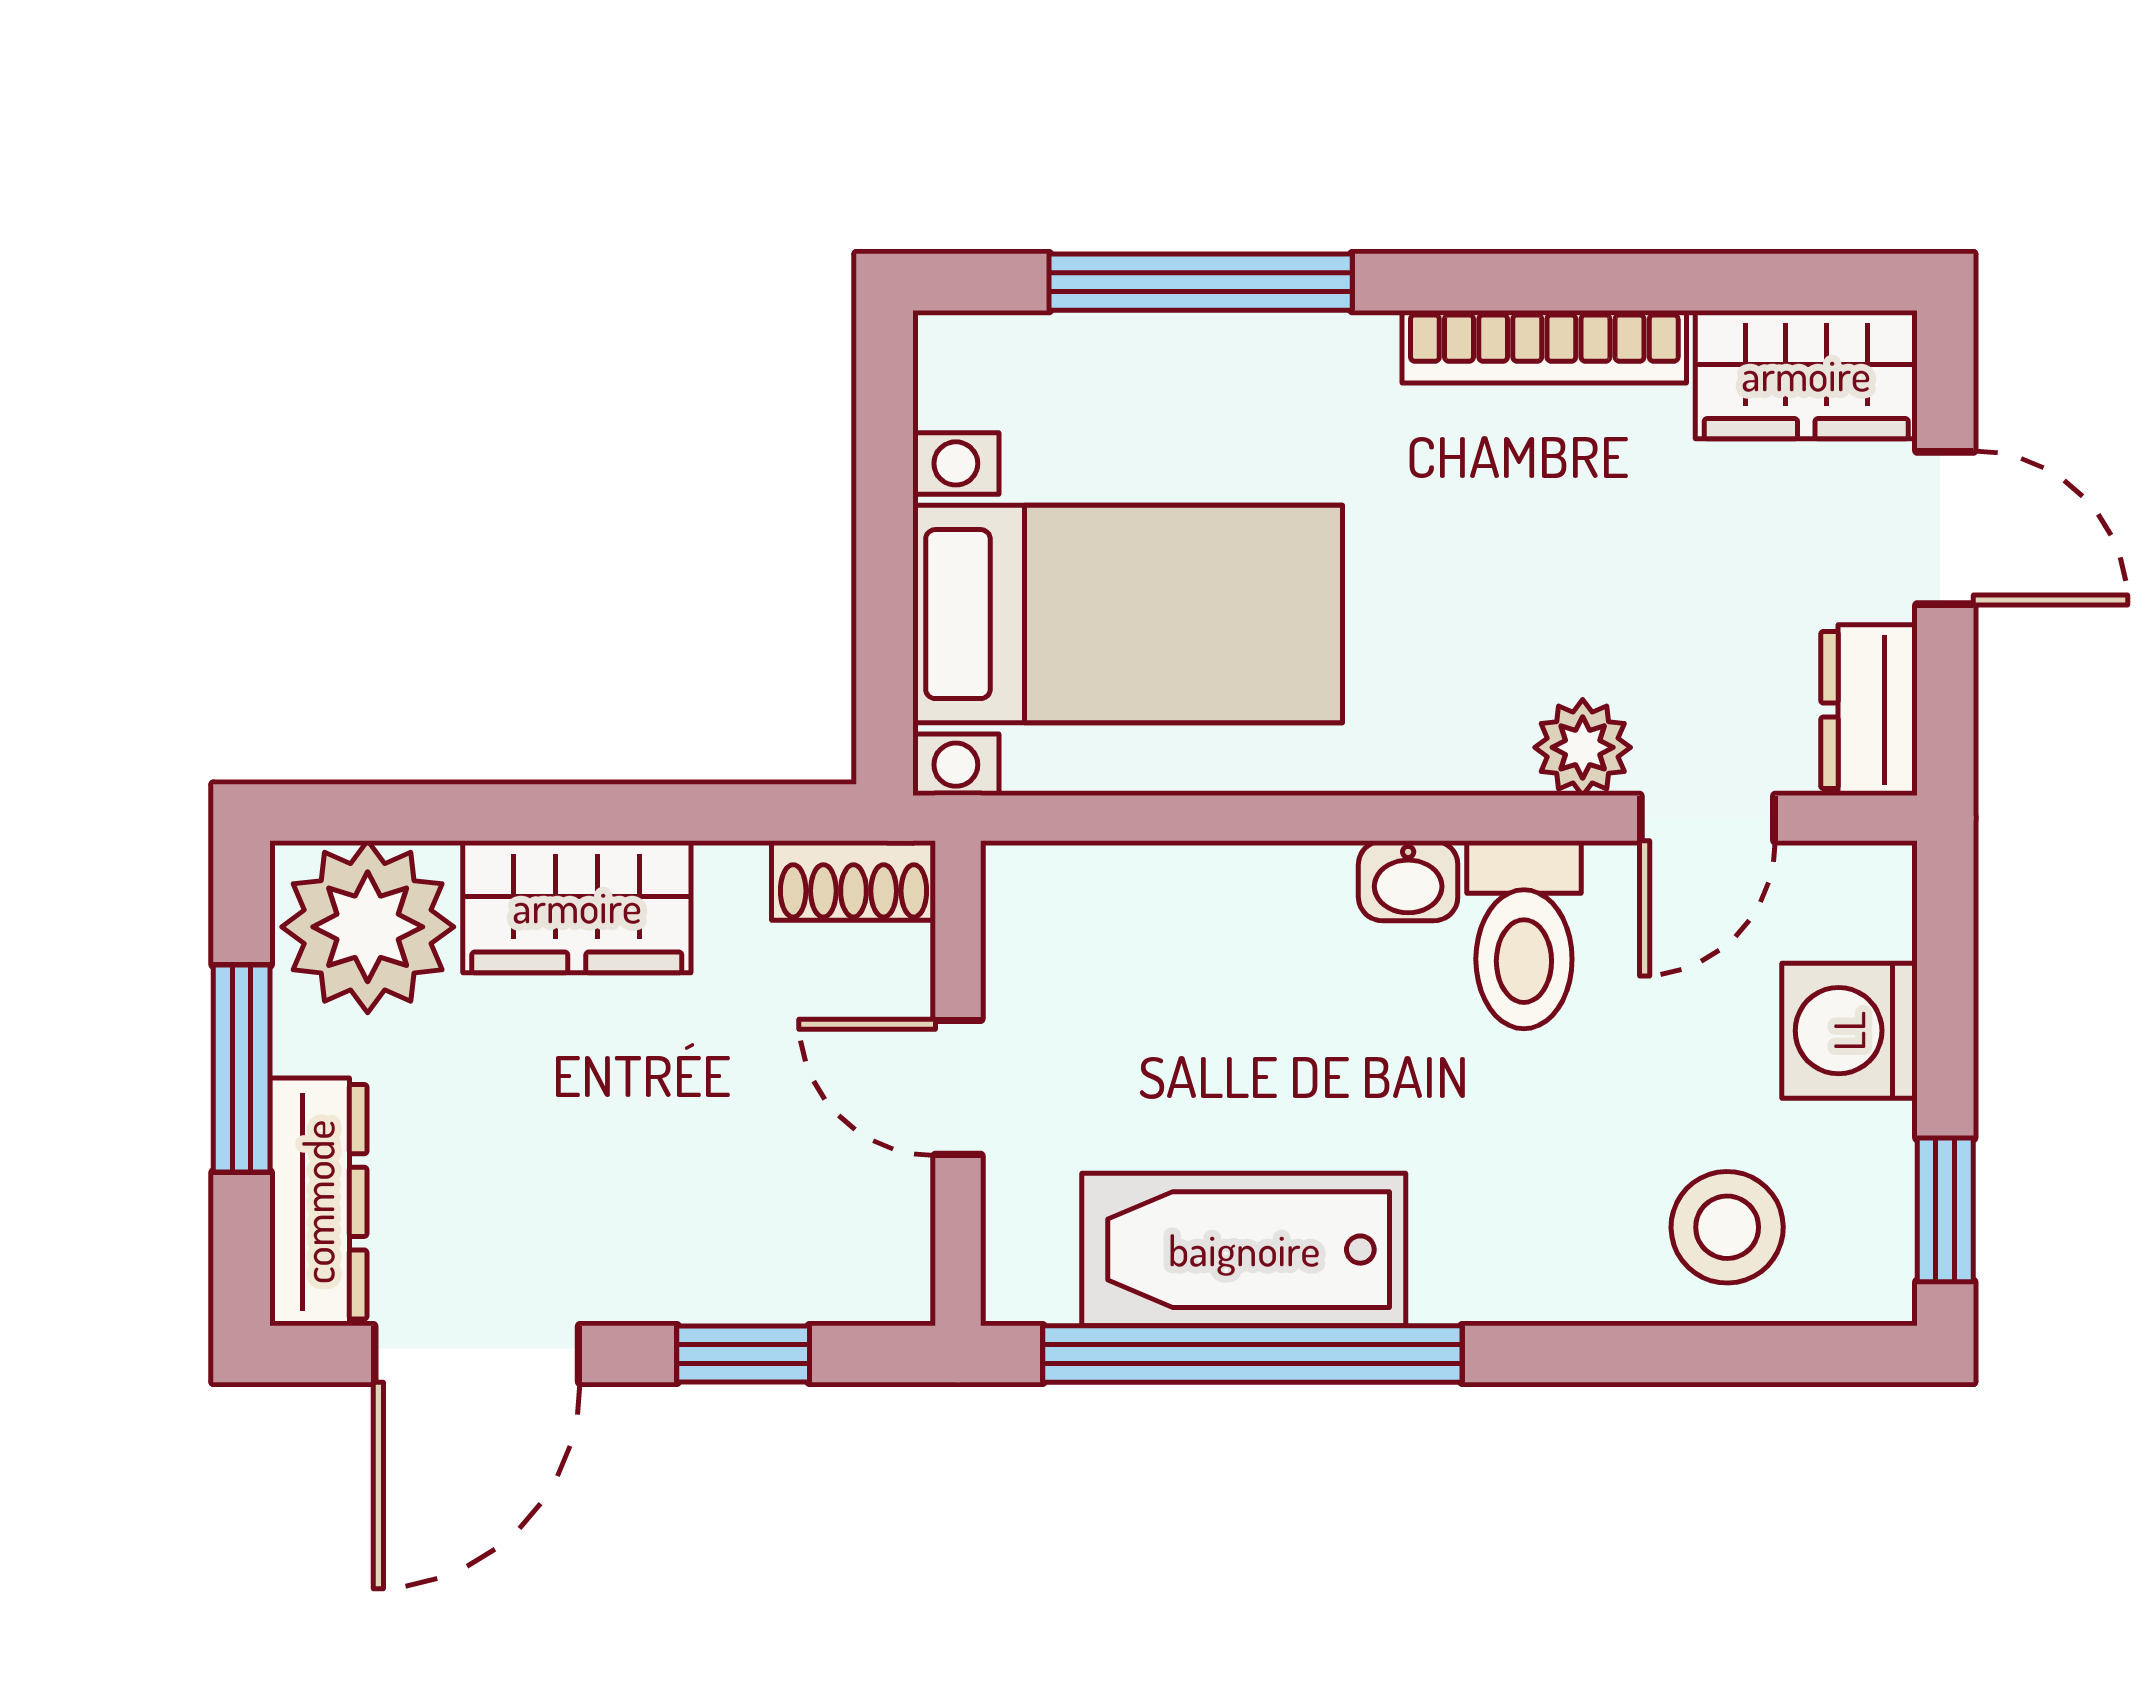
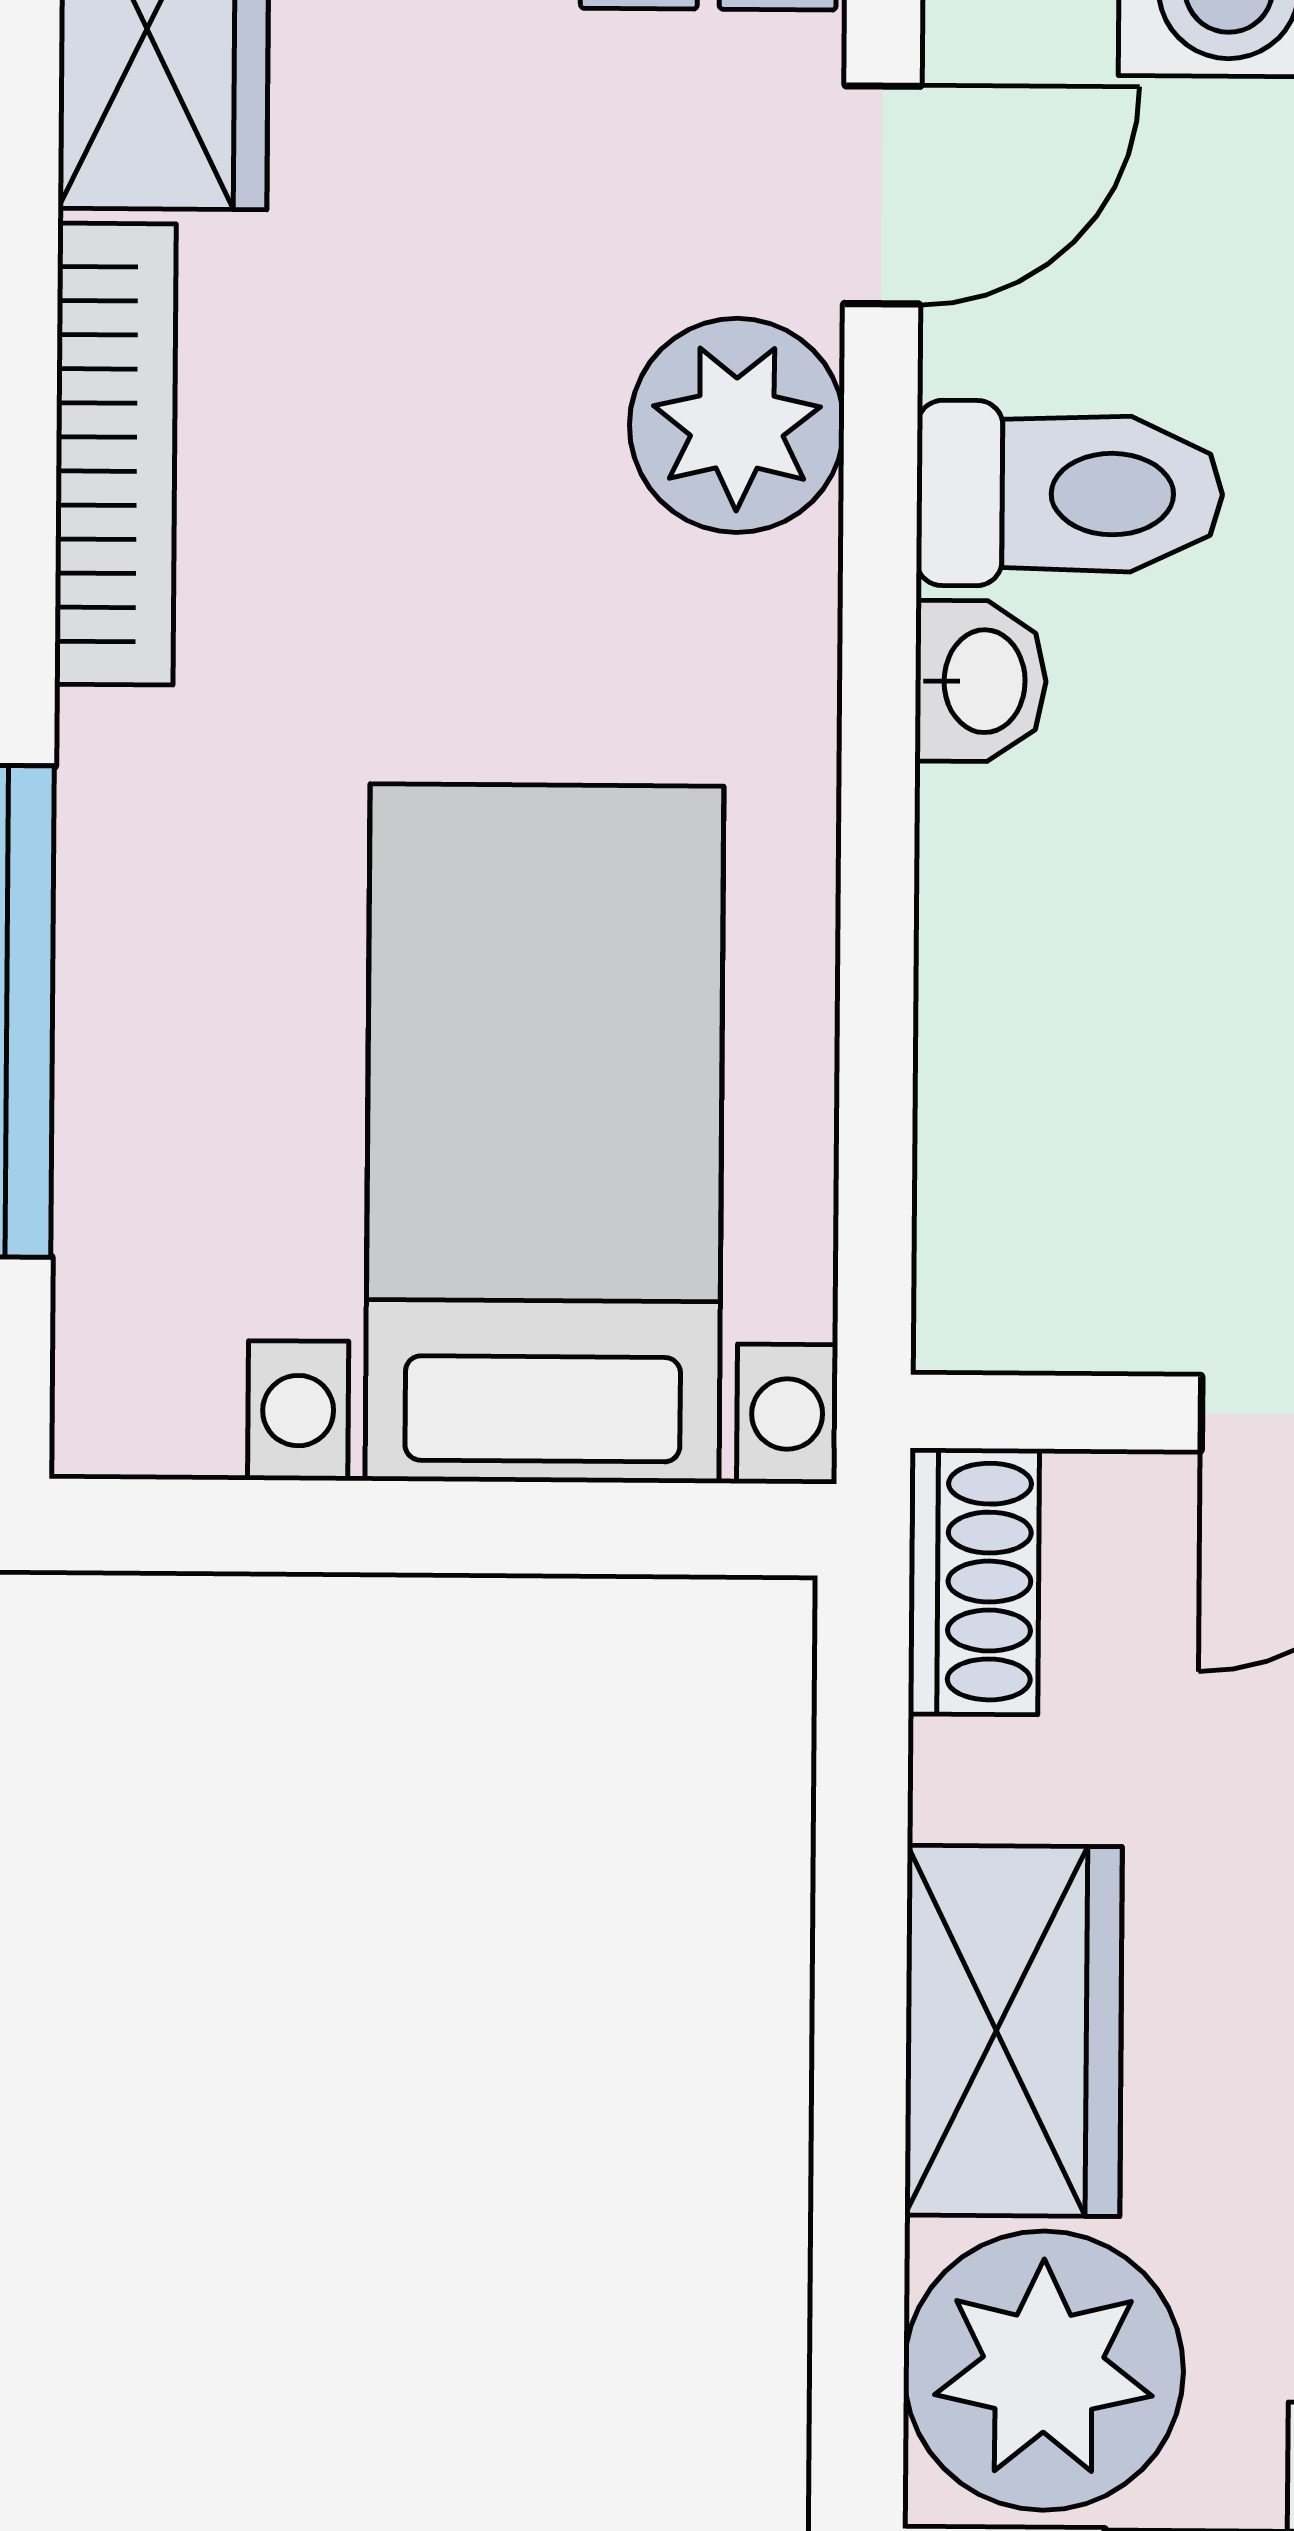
plant: (1583, 747) -> (737, 425), width x1.38, depth x1.38
door: (1707, 818) -> (882, 195), hinge flipped

